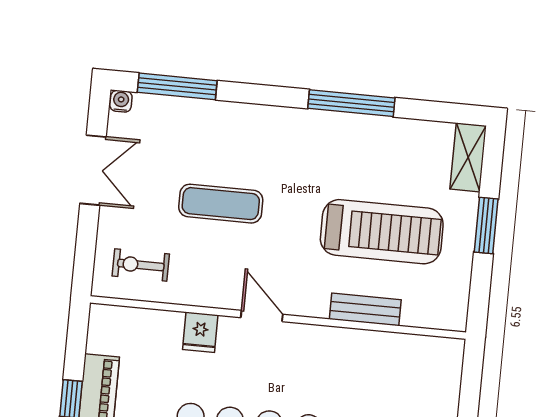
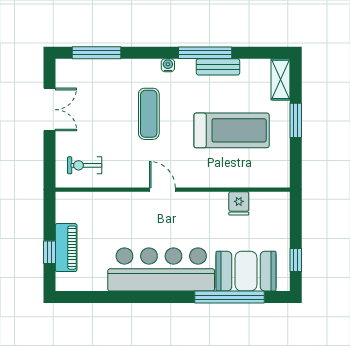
water cooler: (121, 101) -> (168, 65), moved
exercise mat: (221, 204) -> (149, 114), moved, turned 90
bench: (365, 309) -> (218, 67), moved
fridge: (200, 332) -> (239, 203), moved

